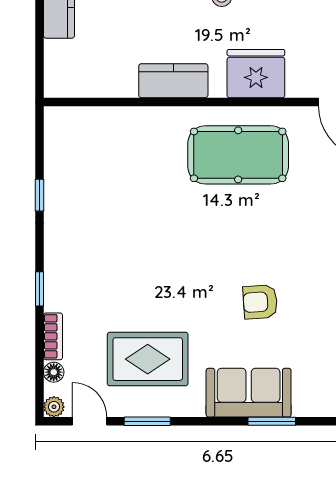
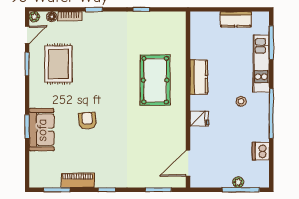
fridge: (256, 74) -> (199, 119), width x0.53, depth x0.75
pool table: (238, 155) -> (155, 80), moved
sofa: (249, 393) -> (42, 130), moved

